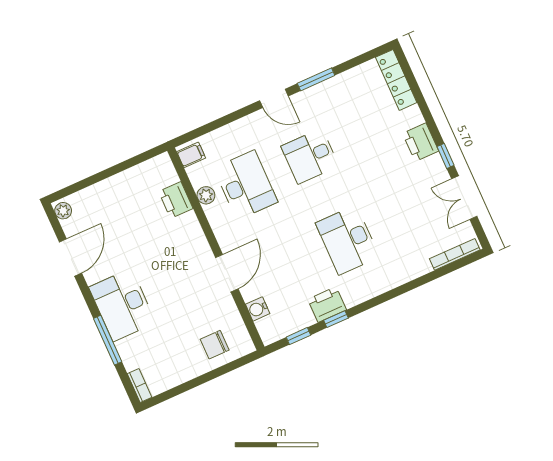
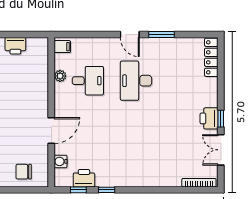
printer: (421, 142) -> (209, 118), moved
desk: (310, 156) -> (136, 81), width x1.37
desk: (246, 185) -> (88, 81), width x0.73
printer: (176, 200) -> (15, 46), moved, turned -90
desk: (348, 240) -> (136, 144), removed
printer: (327, 305) -> (84, 178), moved

